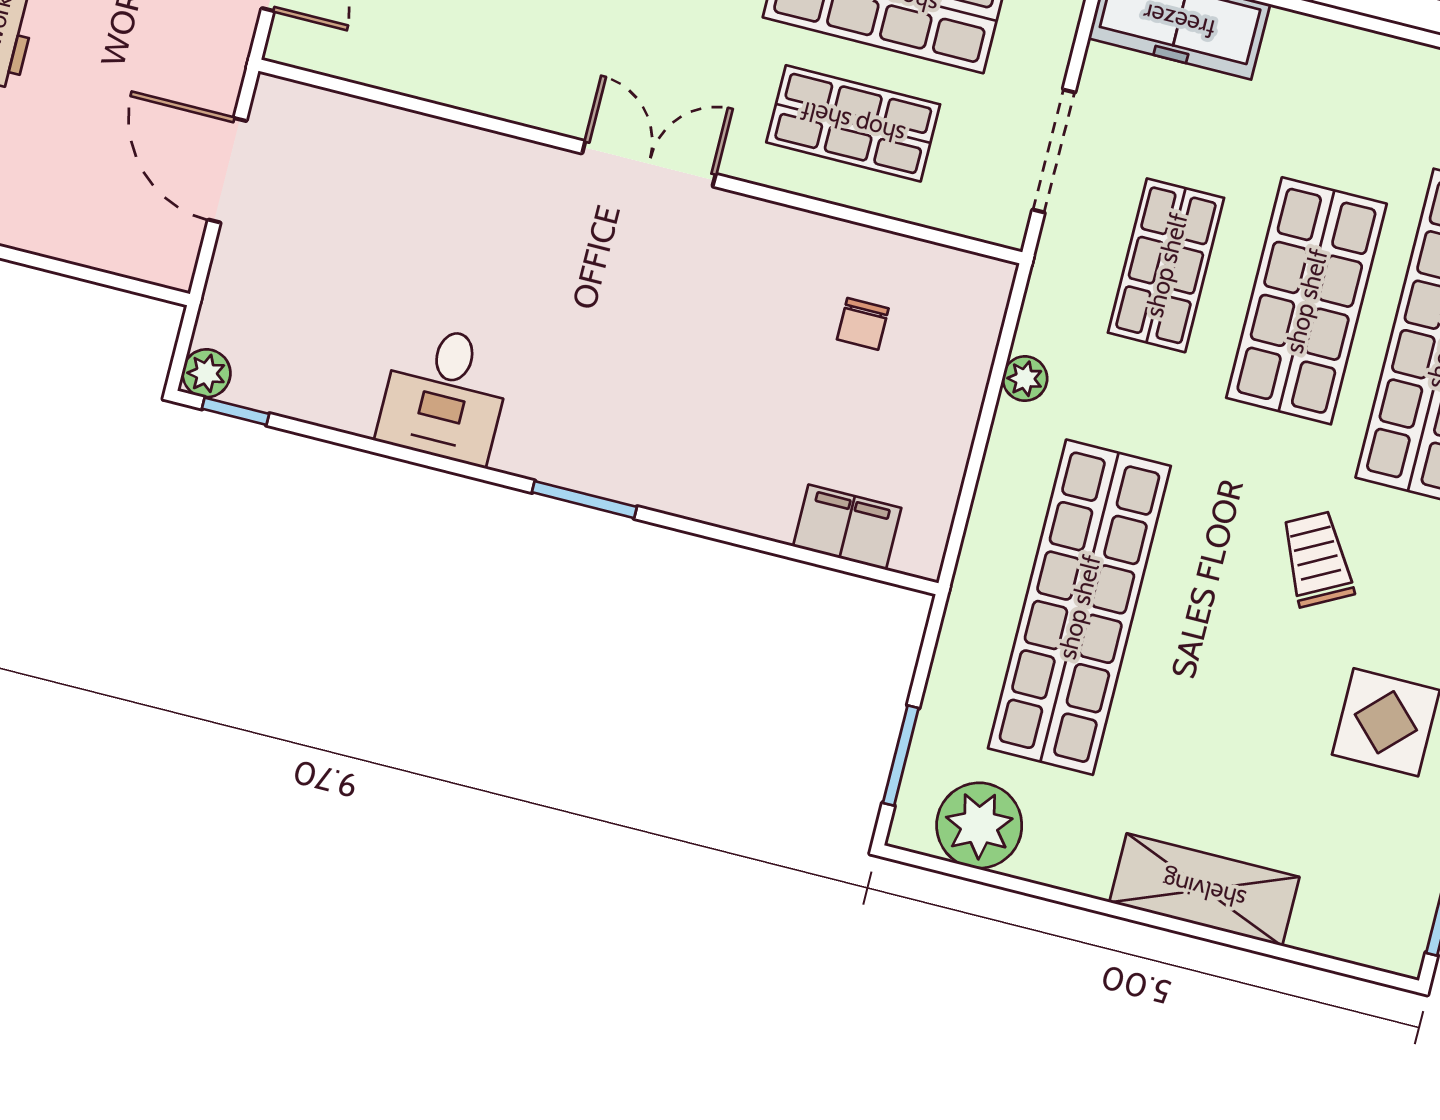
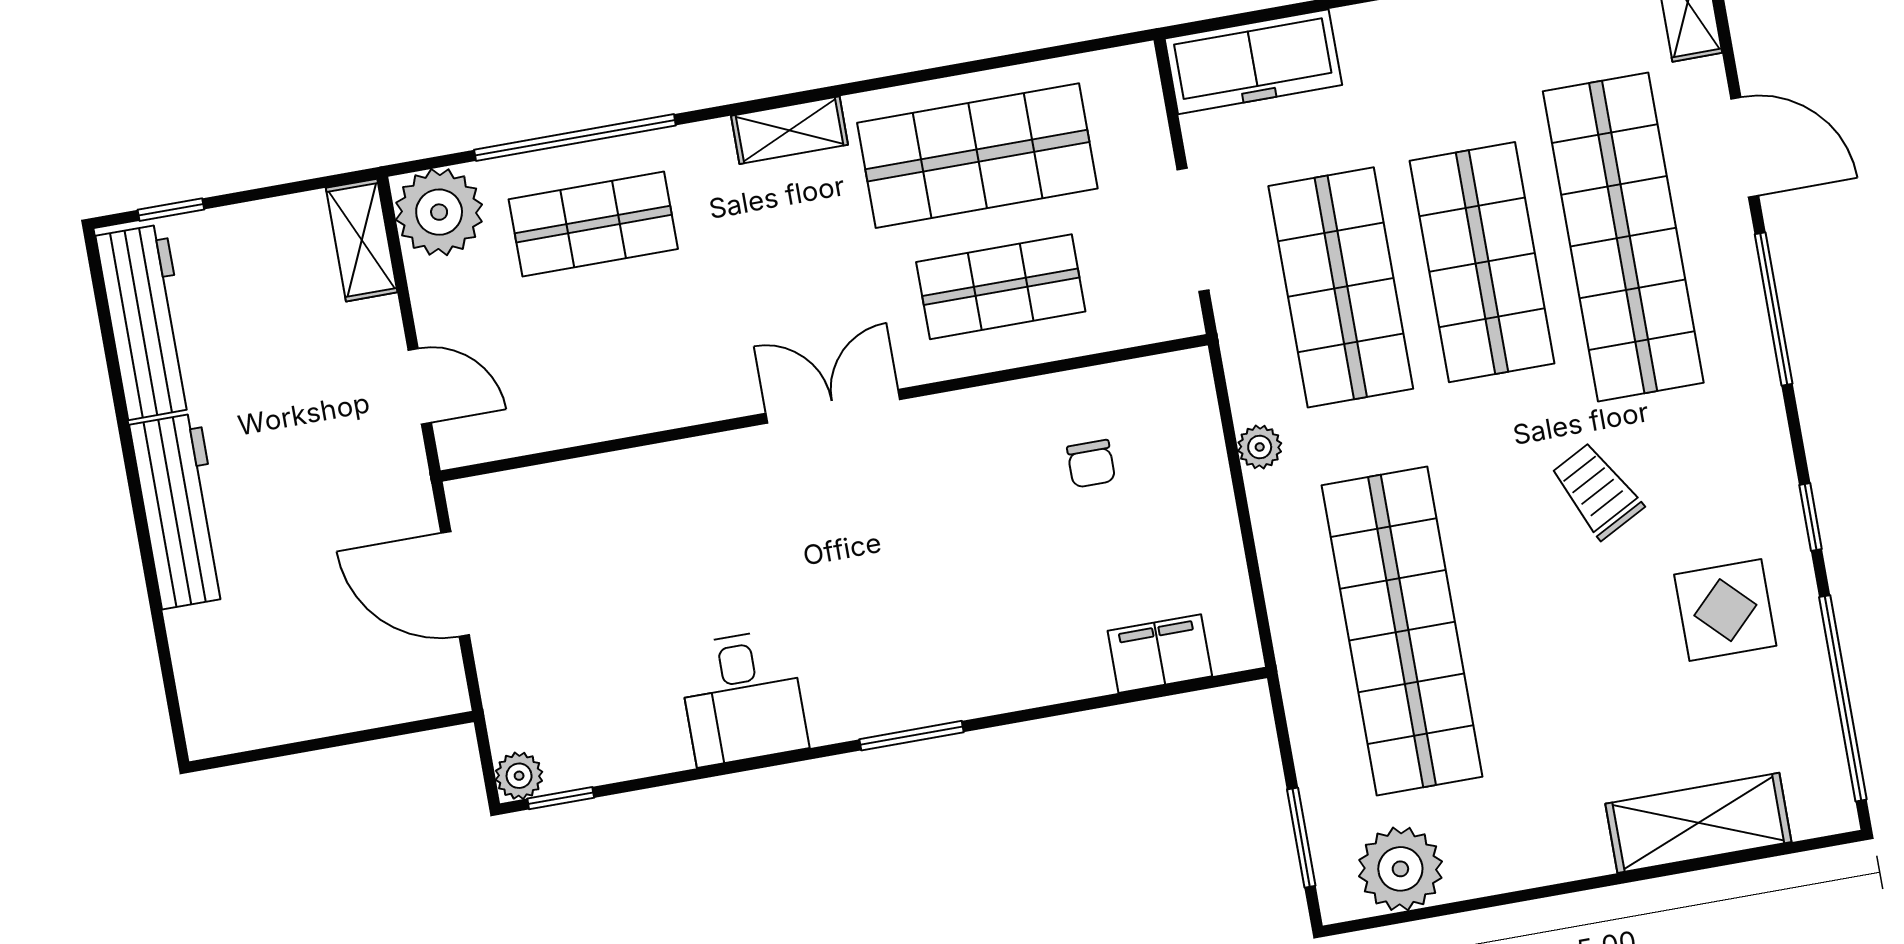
shop shelf: (1166, 265) -> (1341, 287), width x1.43, depth x1.36
shelving: (1204, 890) -> (1698, 823), moved

